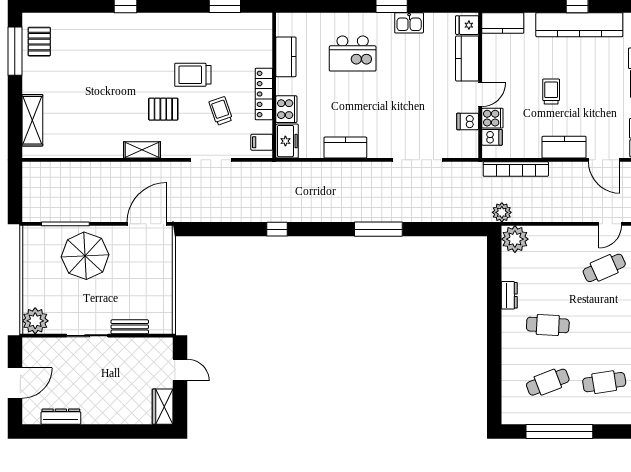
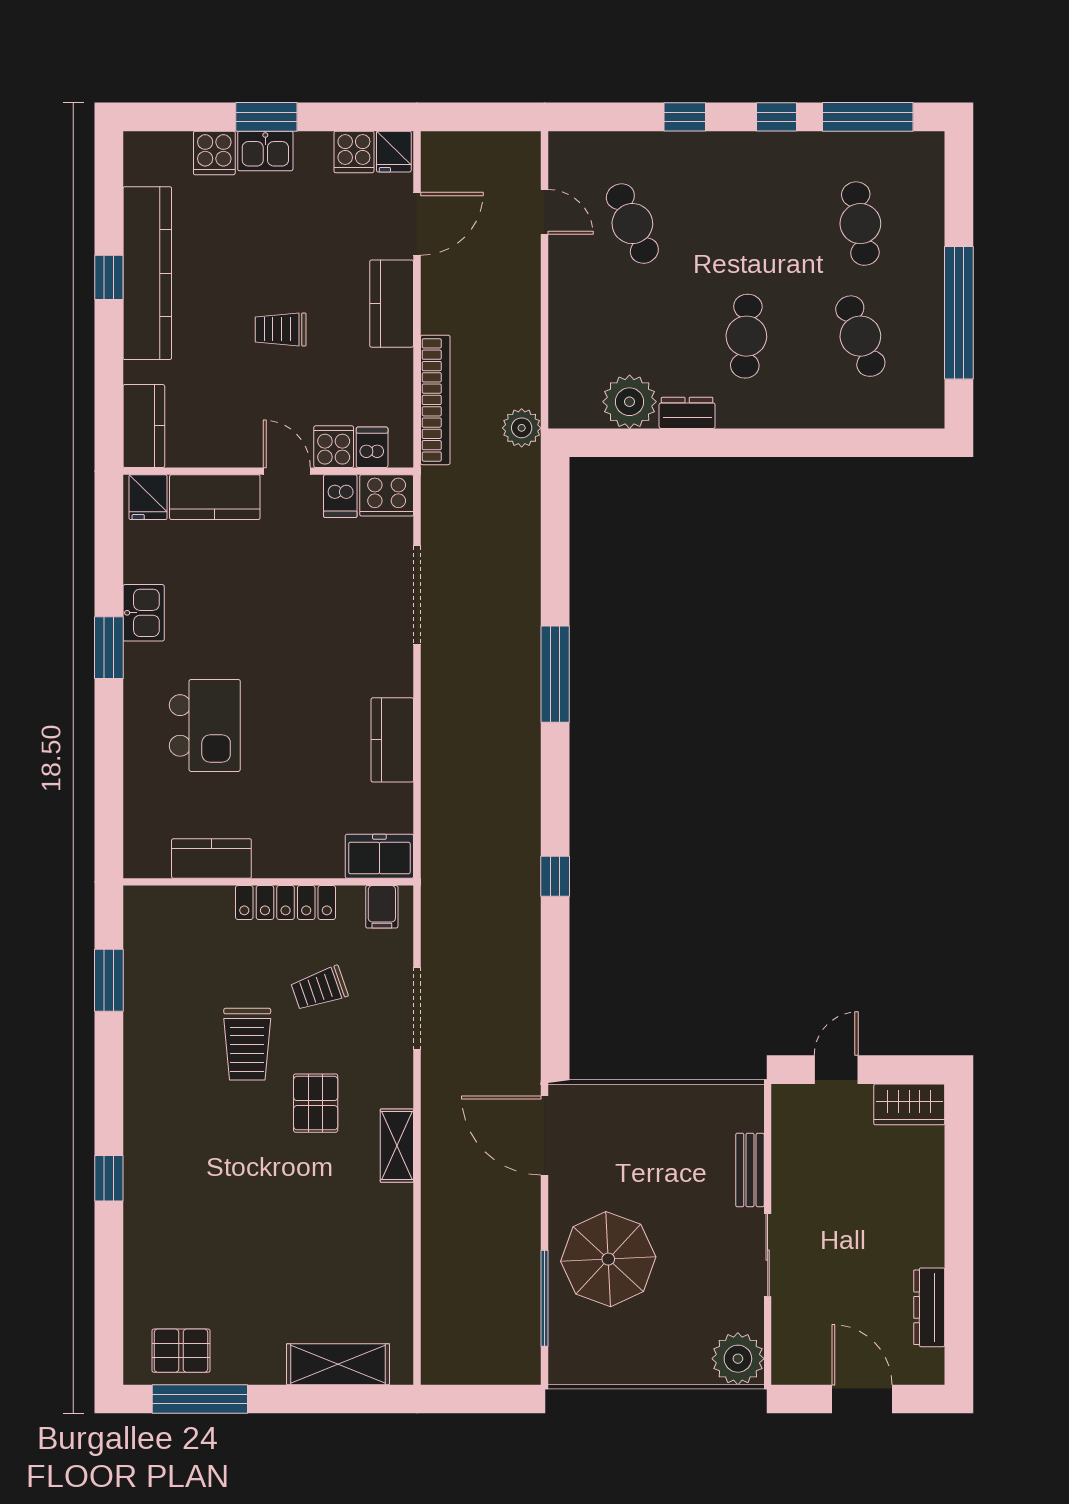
cooker: (286, 109) -> (387, 495), moved, turned 180
plant: (515, 239) -> (630, 402), moved

